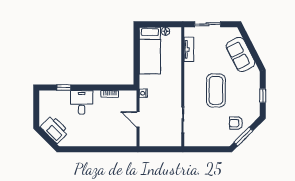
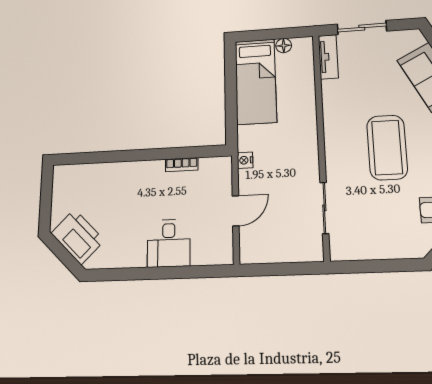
tv unit: (189, 49) -> (328, 57), moved
window: (64, 88) -> (98, 157), removed
desk: (82, 102) -> (169, 243), moved, turned 180
door: (138, 119) -> (236, 211), swing flipped

